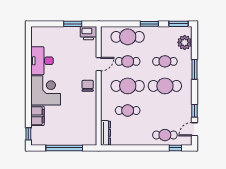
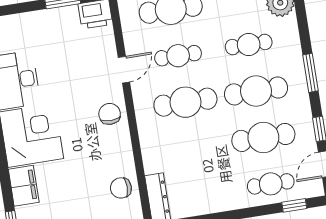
window: (194, 69) -> (311, 73), moved
cafe table: (128, 110) -> (263, 137), moved, width x1.37, depth x1.35
chair: (87, 125) -> (121, 188), added

